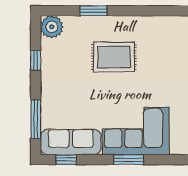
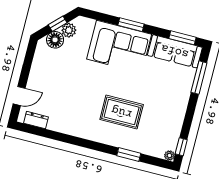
plant: (52, 27) -> (169, 156), width x0.53, depth x0.53
window: (36, 60) -> (181, 147), moved
window: (66, 160) -> (182, 38), width x1.50

